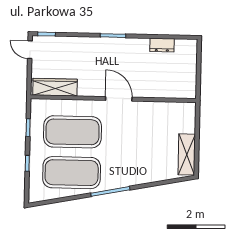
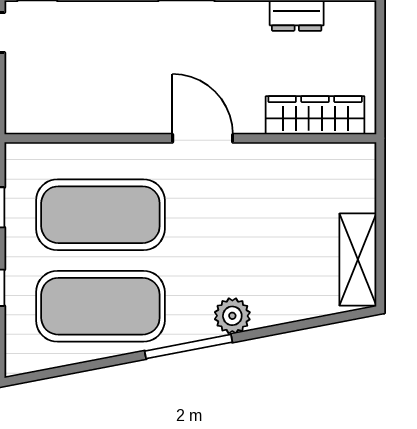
wardrobe: (55, 87) -> (315, 115), moved
plant: (130, 178) -> (232, 316), added

